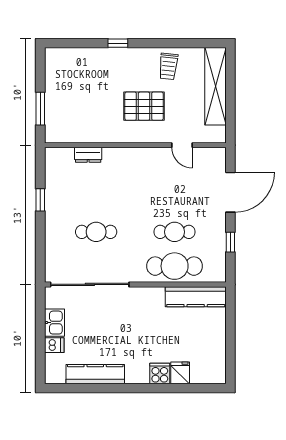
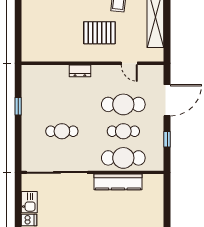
window: (40, 109) -> (18, 35), removed
dresser: (88, 155) -> (80, 71), moved
cafe table: (175, 198) -> (123, 104), added
kitchen counter: (196, 297) -> (118, 182), moved

